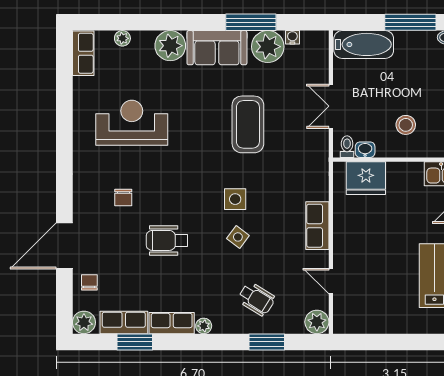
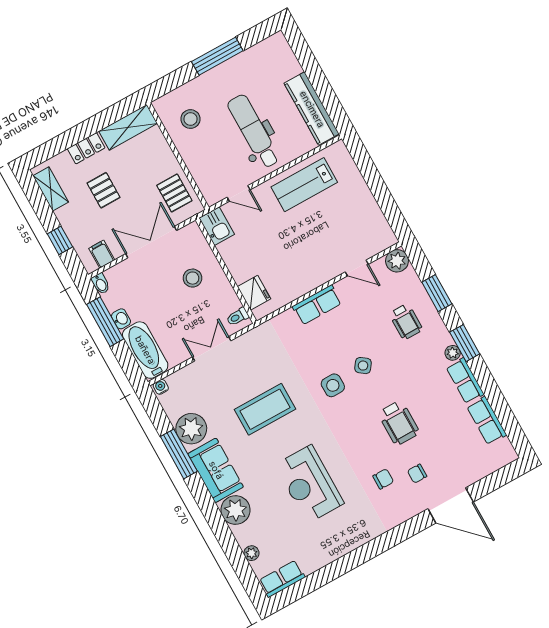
water cooler: (292, 37) -> (161, 387), moved, turned 90
double door: (331, 106) -> (212, 349), swing flipped
reception desk: (132, 123) -> (309, 484), moved
washbasin: (365, 150) -> (121, 319), moved, turned 180
fridge: (366, 178) -> (254, 293), width x0.73, depth x0.75
door: (331, 281) -> (357, 268), hinge flipped
chair: (89, 282) -> (417, 474), moved
wheelchair: (256, 299) -> (406, 322), turned 148
plant: (84, 322) -> (505, 454), removed
window: (135, 342) -> (465, 343), moved

